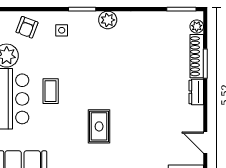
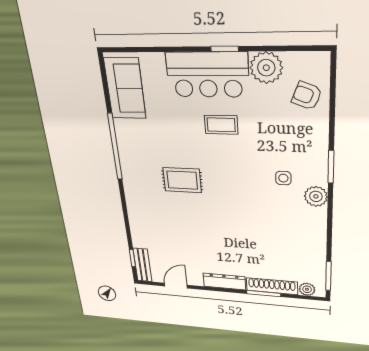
side table: (62, 30) -> (283, 178), moved
dresser: (196, 92) -> (224, 282), width x1.44

